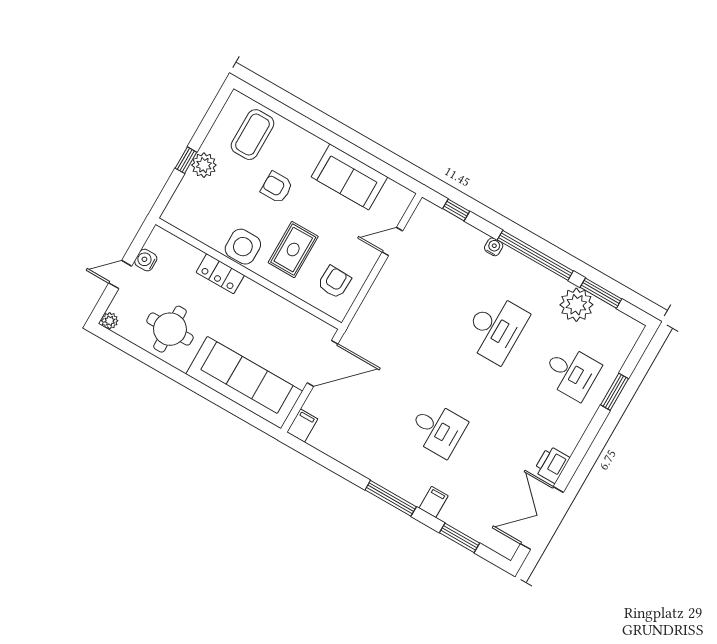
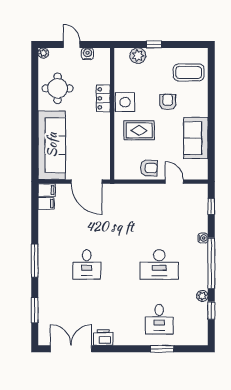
plant: (204, 165) -> (138, 56), moved
armchair: (334, 282) -> (149, 168), moved
window: (601, 293) -> (211, 311), width x0.67
plant: (576, 305) -> (202, 296), width x0.53, depth x0.53
filing cabinet: (434, 502) -> (46, 204), moved

